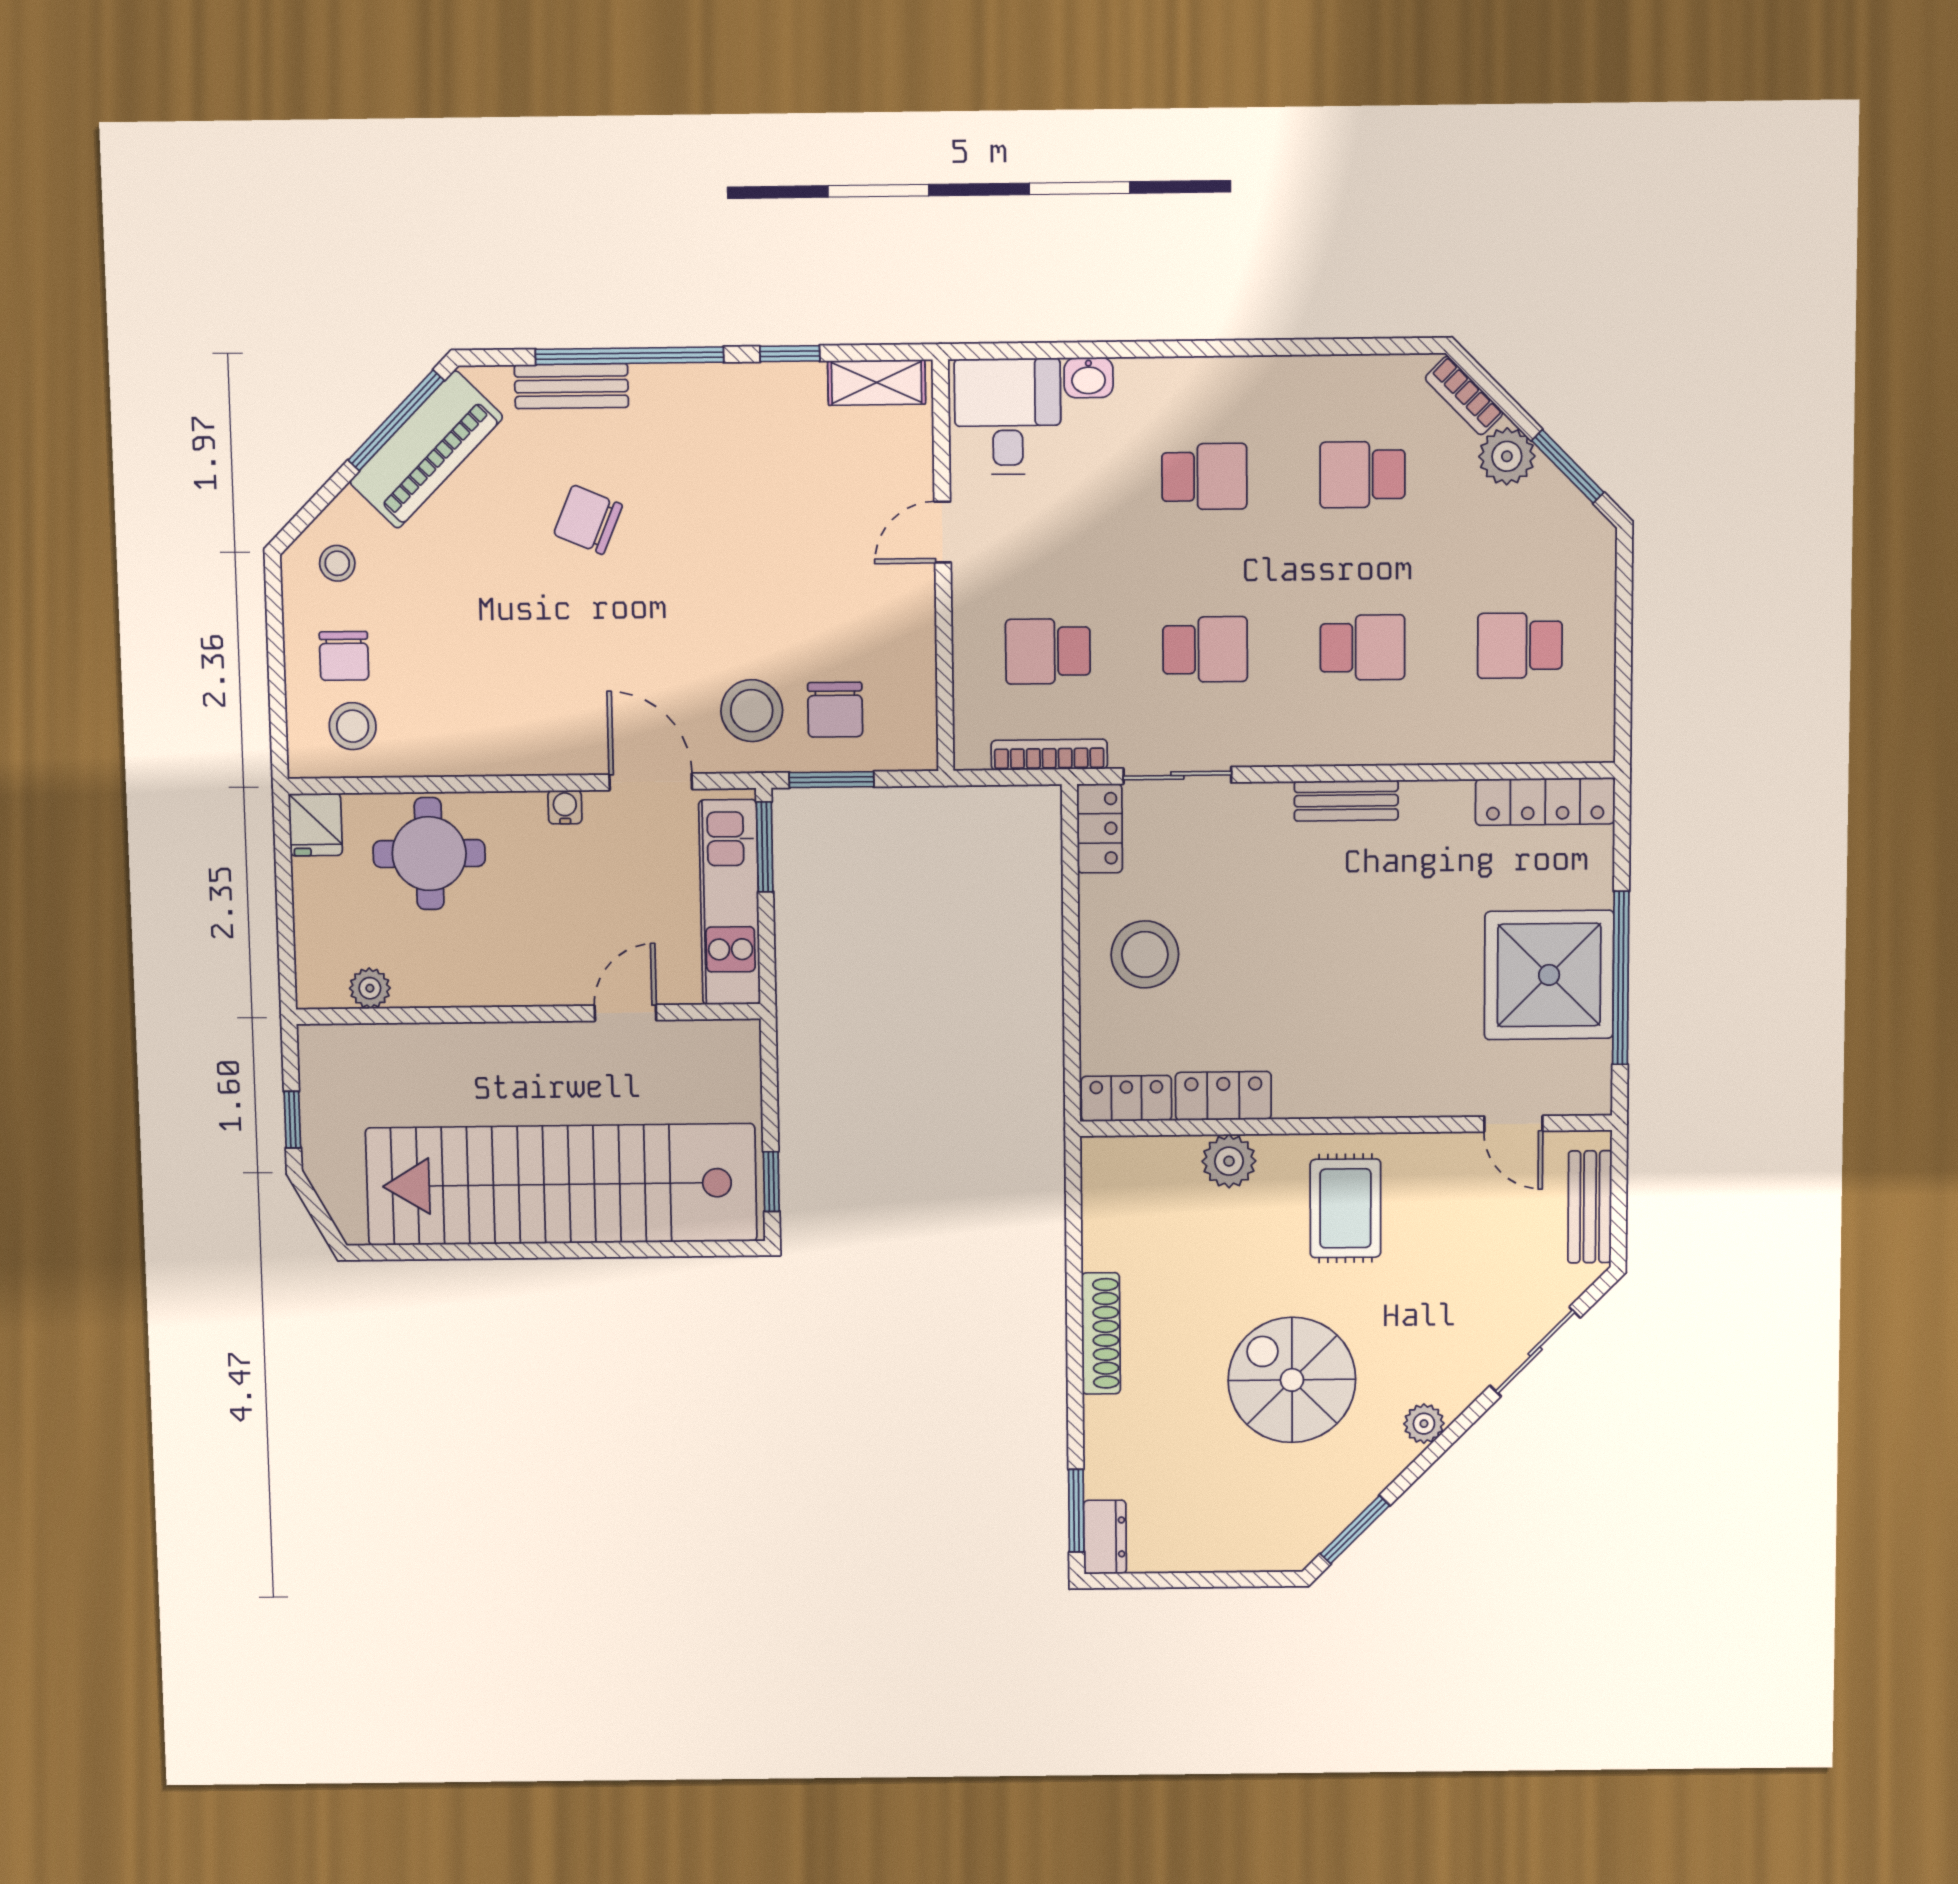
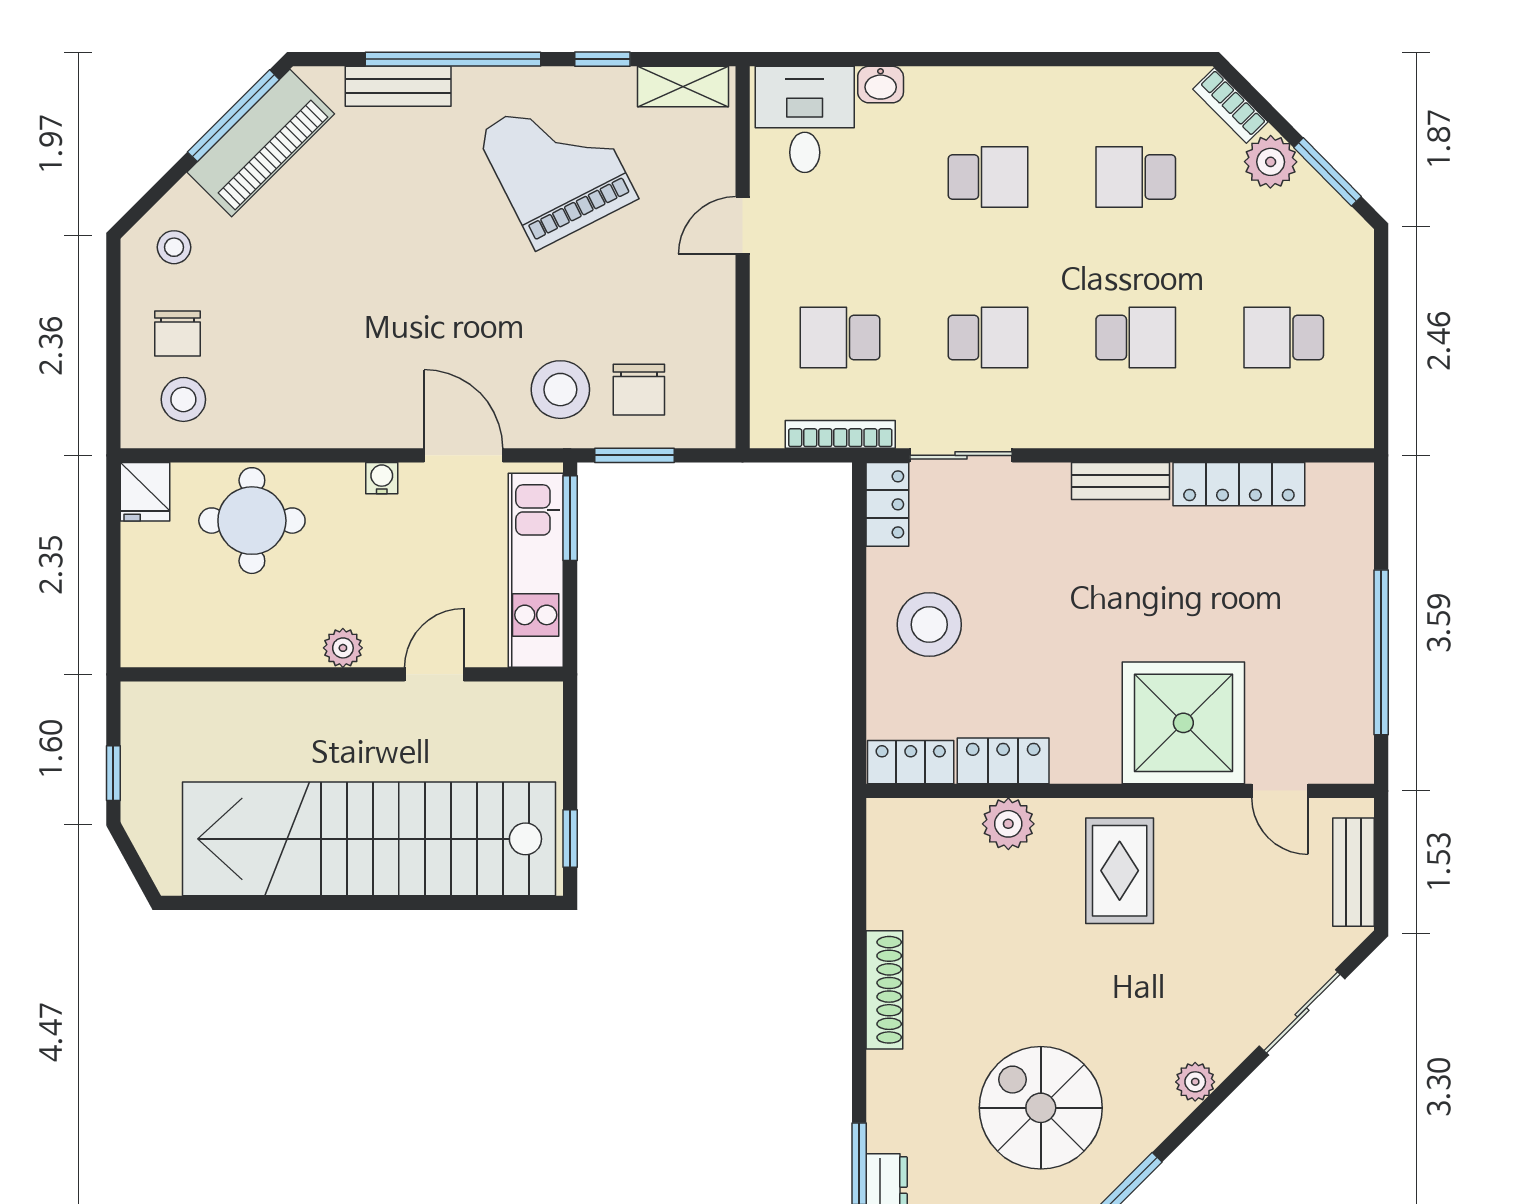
grand piano: (743, 470) -> (557, 166), added
chair: (588, 520) -> (410, 210), removed
locker: (1545, 801) -> (1239, 484), moved
shower: (1549, 975) -> (1183, 723), moved
plant: (370, 988) -> (343, 648), moved
spiral stairs: (1292, 1380) -> (1041, 1108), moved

